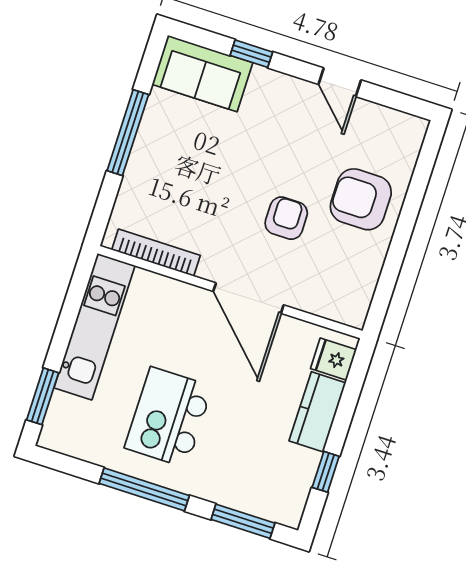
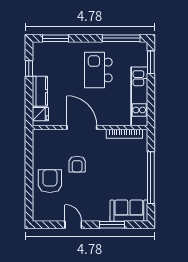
window: (251, 54) -> (112, 225), width x1.50
window: (128, 133) -> (151, 178), width x1.46
armchair: (361, 199) -> (50, 181), turned -90
kitchen island: (168, 417) -> (98, 70), turned 180
window: (144, 489) -> (121, 38), moved

